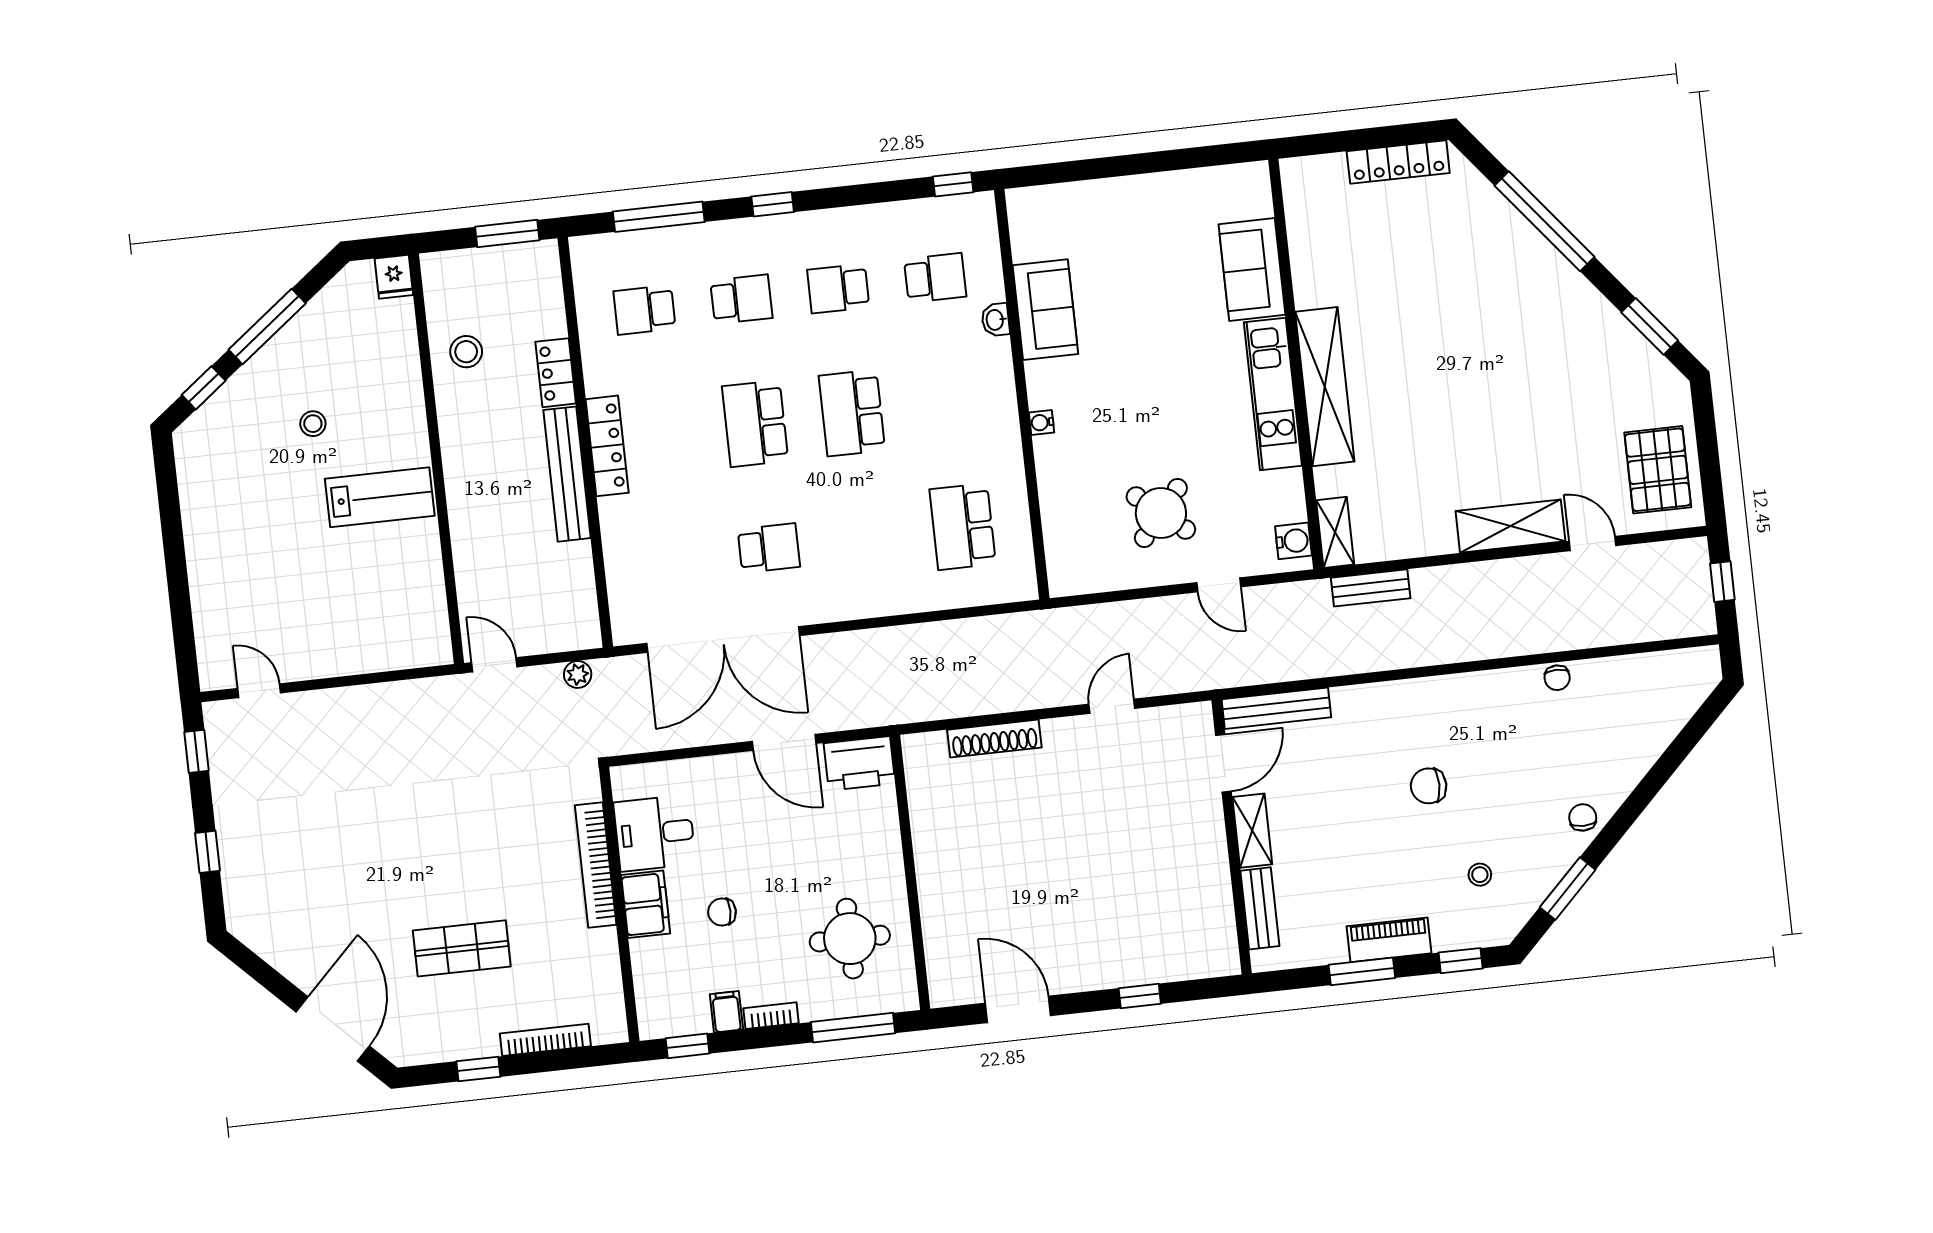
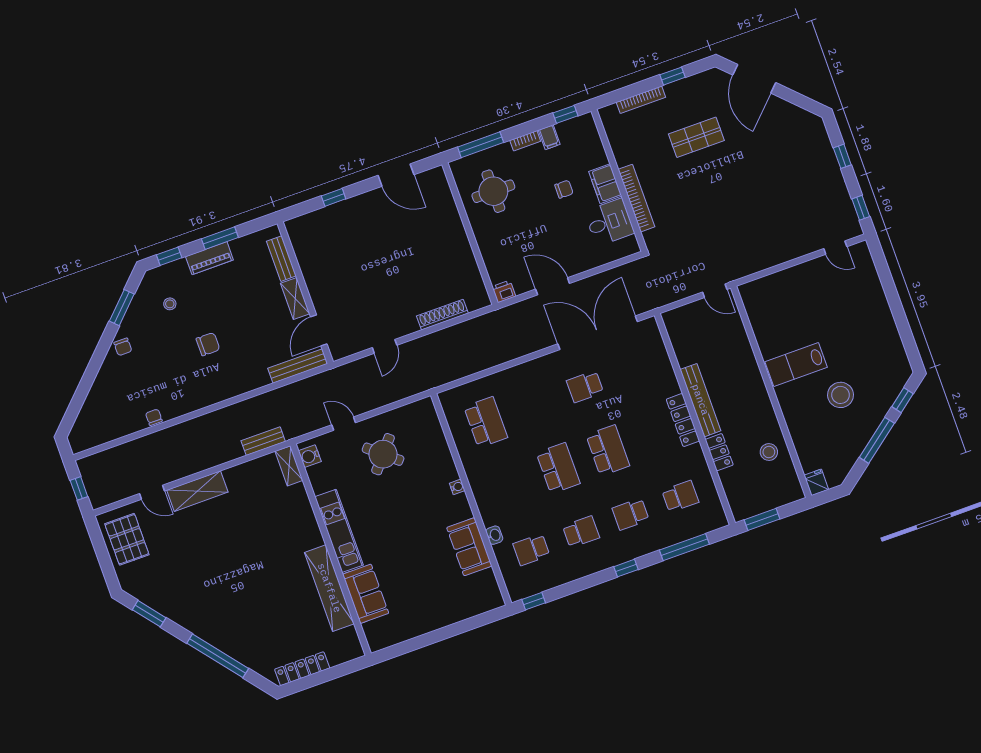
shelving: (1325, 387) -> (329, 588), moved
stool: (313, 424) -> (841, 395), width x1.89, depth x1.89
plant: (578, 674) -> (670, 296), removed
printer: (859, 763) -> (504, 291), width x0.53, depth x0.68

